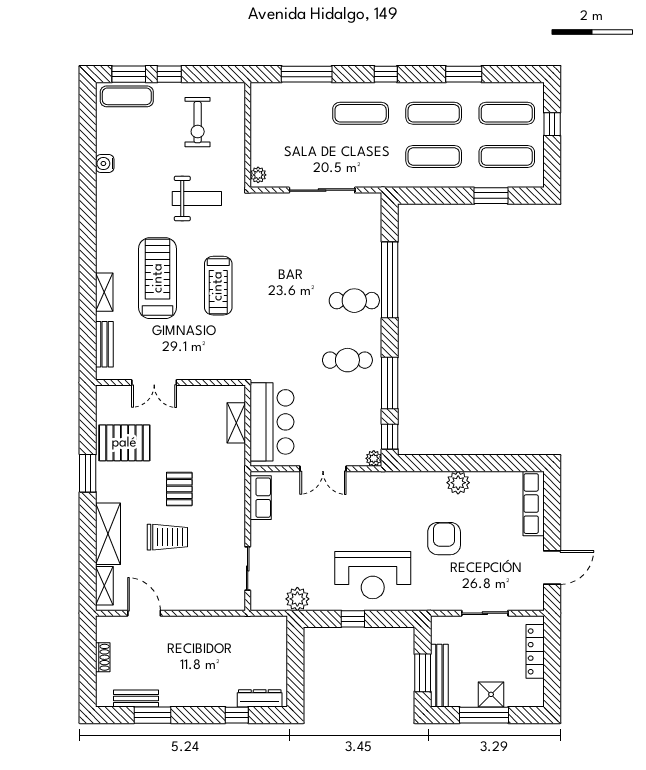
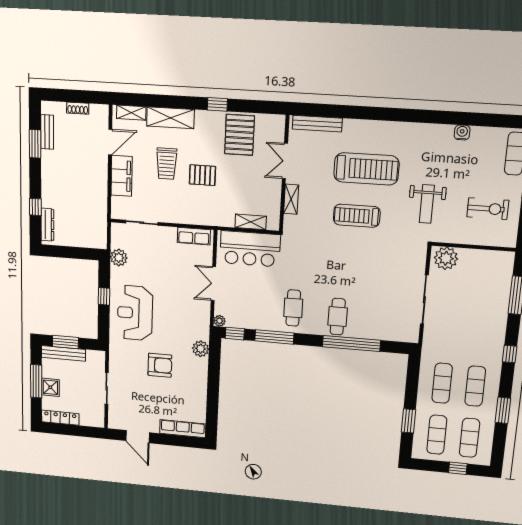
exercise mat: (361, 113) -> (481, 333), removed
exercise bike: (198, 122) -> (488, 209), turned 180
plant: (258, 175) -> (446, 258), width x1.88, depth x1.88
shelving: (104, 292) -> (291, 199), moved, turned 90
bench: (104, 344) -> (317, 124), width x1.36
window: (88, 473) -> (217, 104), width x0.67
plant: (458, 483) -> (201, 349), moved
filing cabinet: (187, 597) -> (122, 176), added
locker: (535, 651) -> (60, 418), moved

